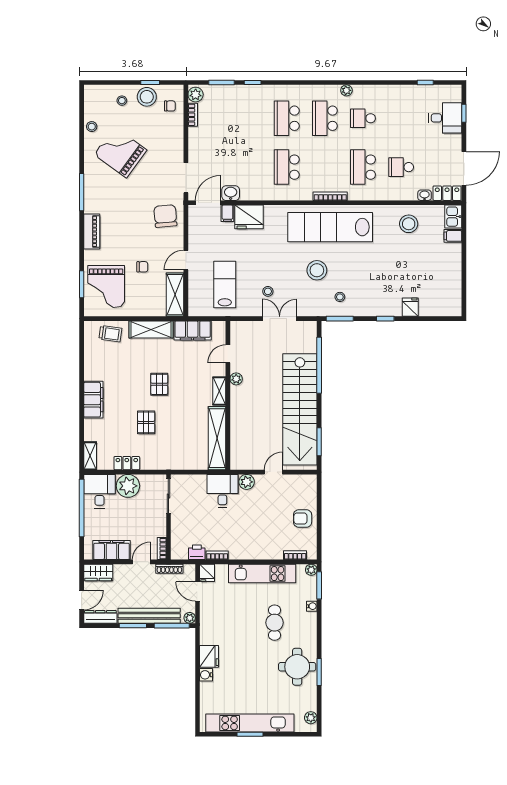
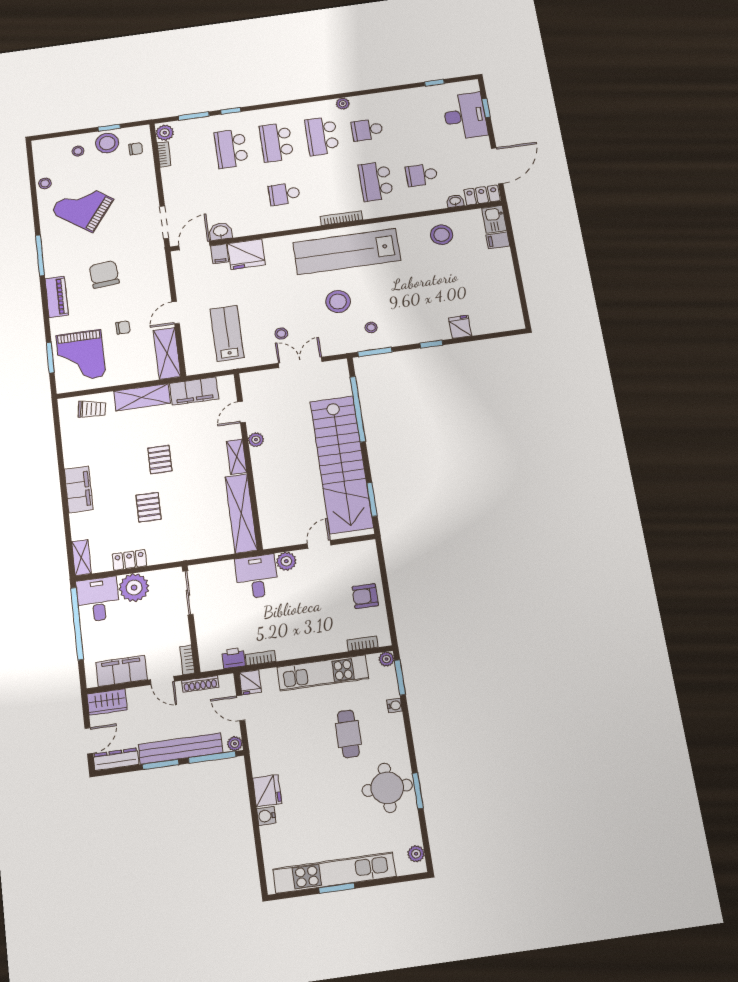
school desk: (249, 118) -> (231, 149), added
desk: (445, 118) -> (465, 116), width x1.37
school desk: (287, 167) -> (284, 194), width x0.54
chair: (165, 216) -> (104, 274), moved
door: (141, 562) -> (162, 680), swing flipped

